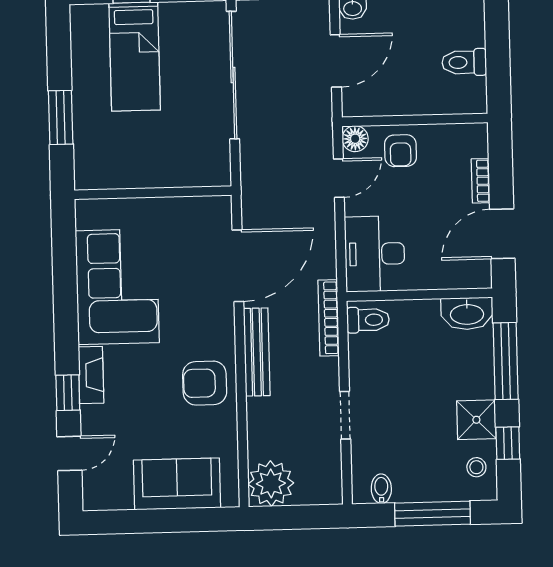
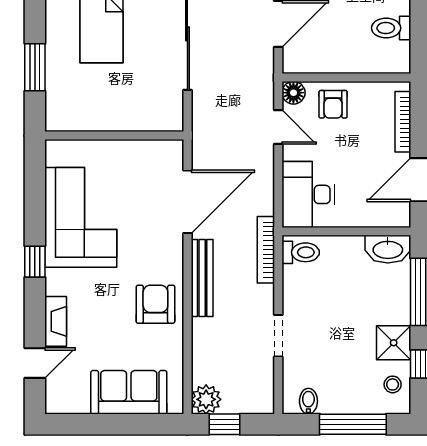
door: (339, 178) -> (278, 127), hinge flipped
bookcase: (481, 181) -> (403, 122), width x1.56
fireplace: (91, 375) -> (56, 321), moved
armchair: (205, 383) -> (155, 304), turned 90
window: (68, 393) -> (35, 262), moved
plant: (271, 483) -> (206, 399), width x0.73, depth x0.73
window: (287, 517) -> (224, 424), added

